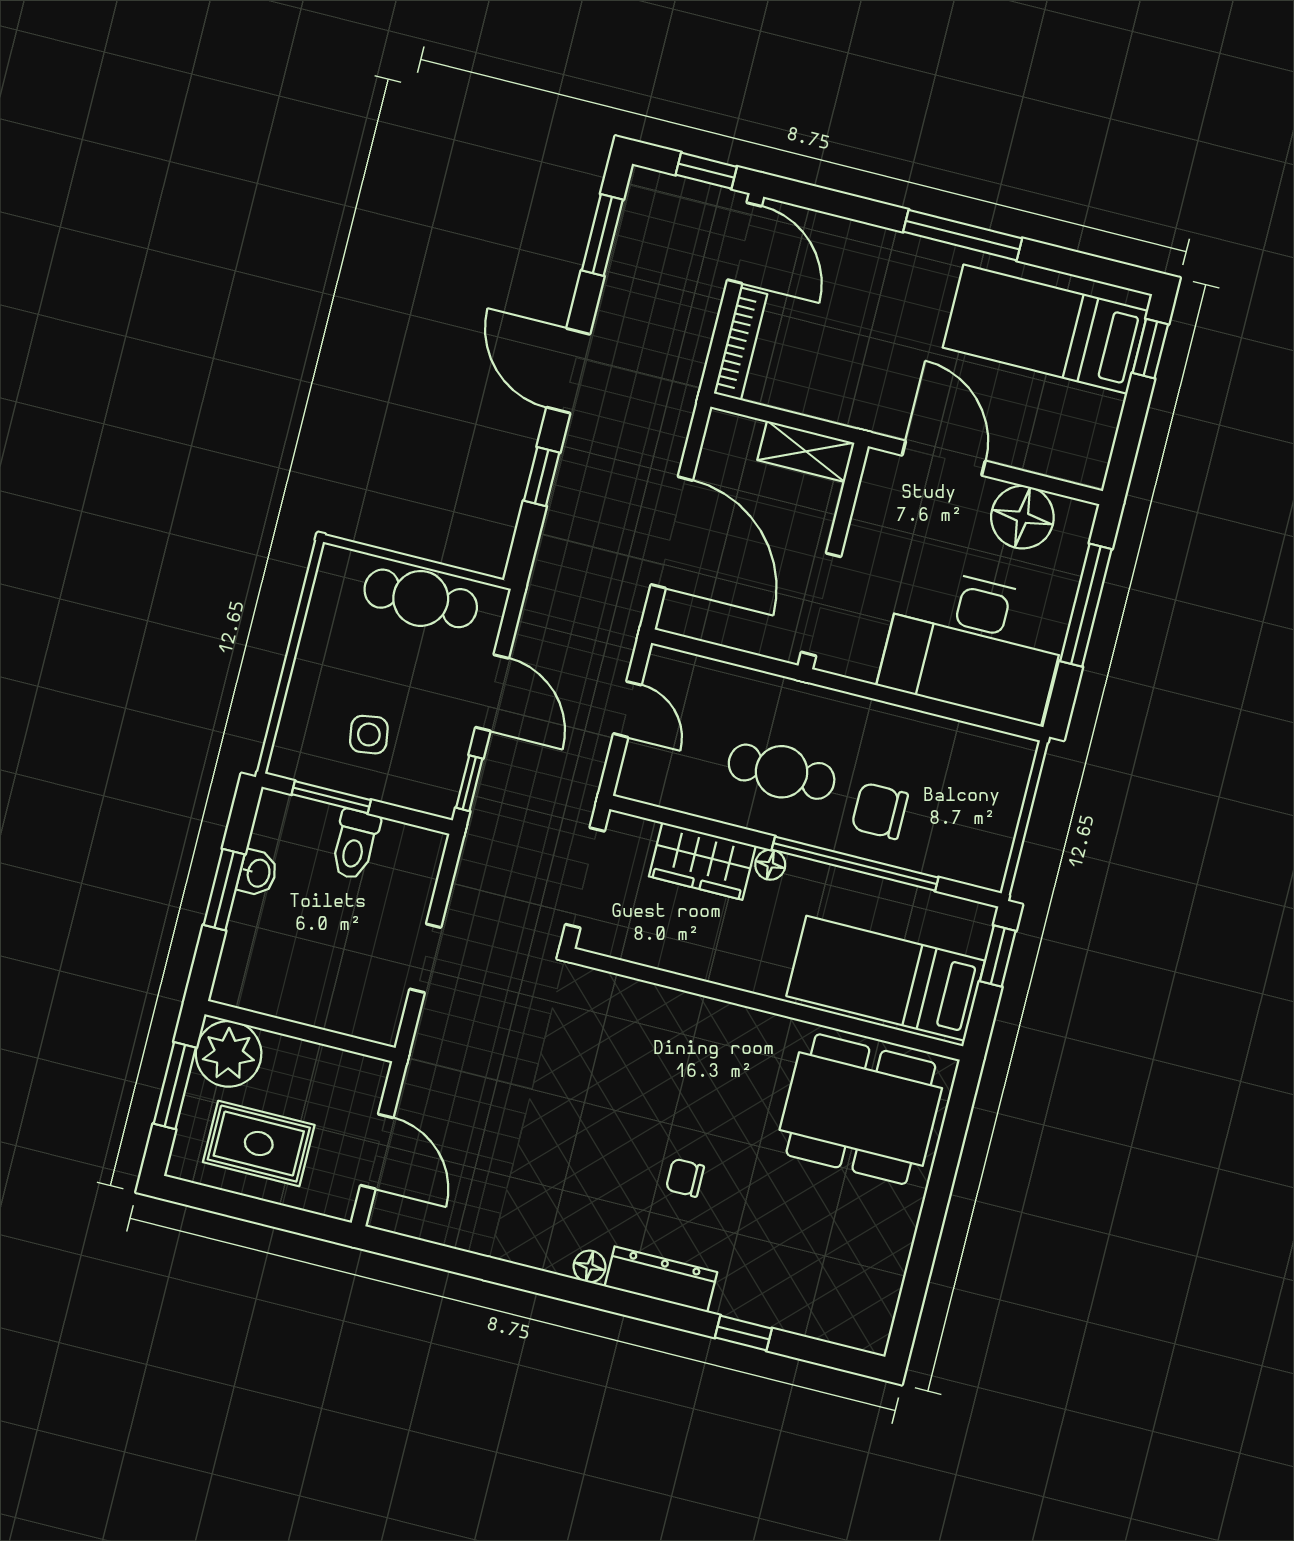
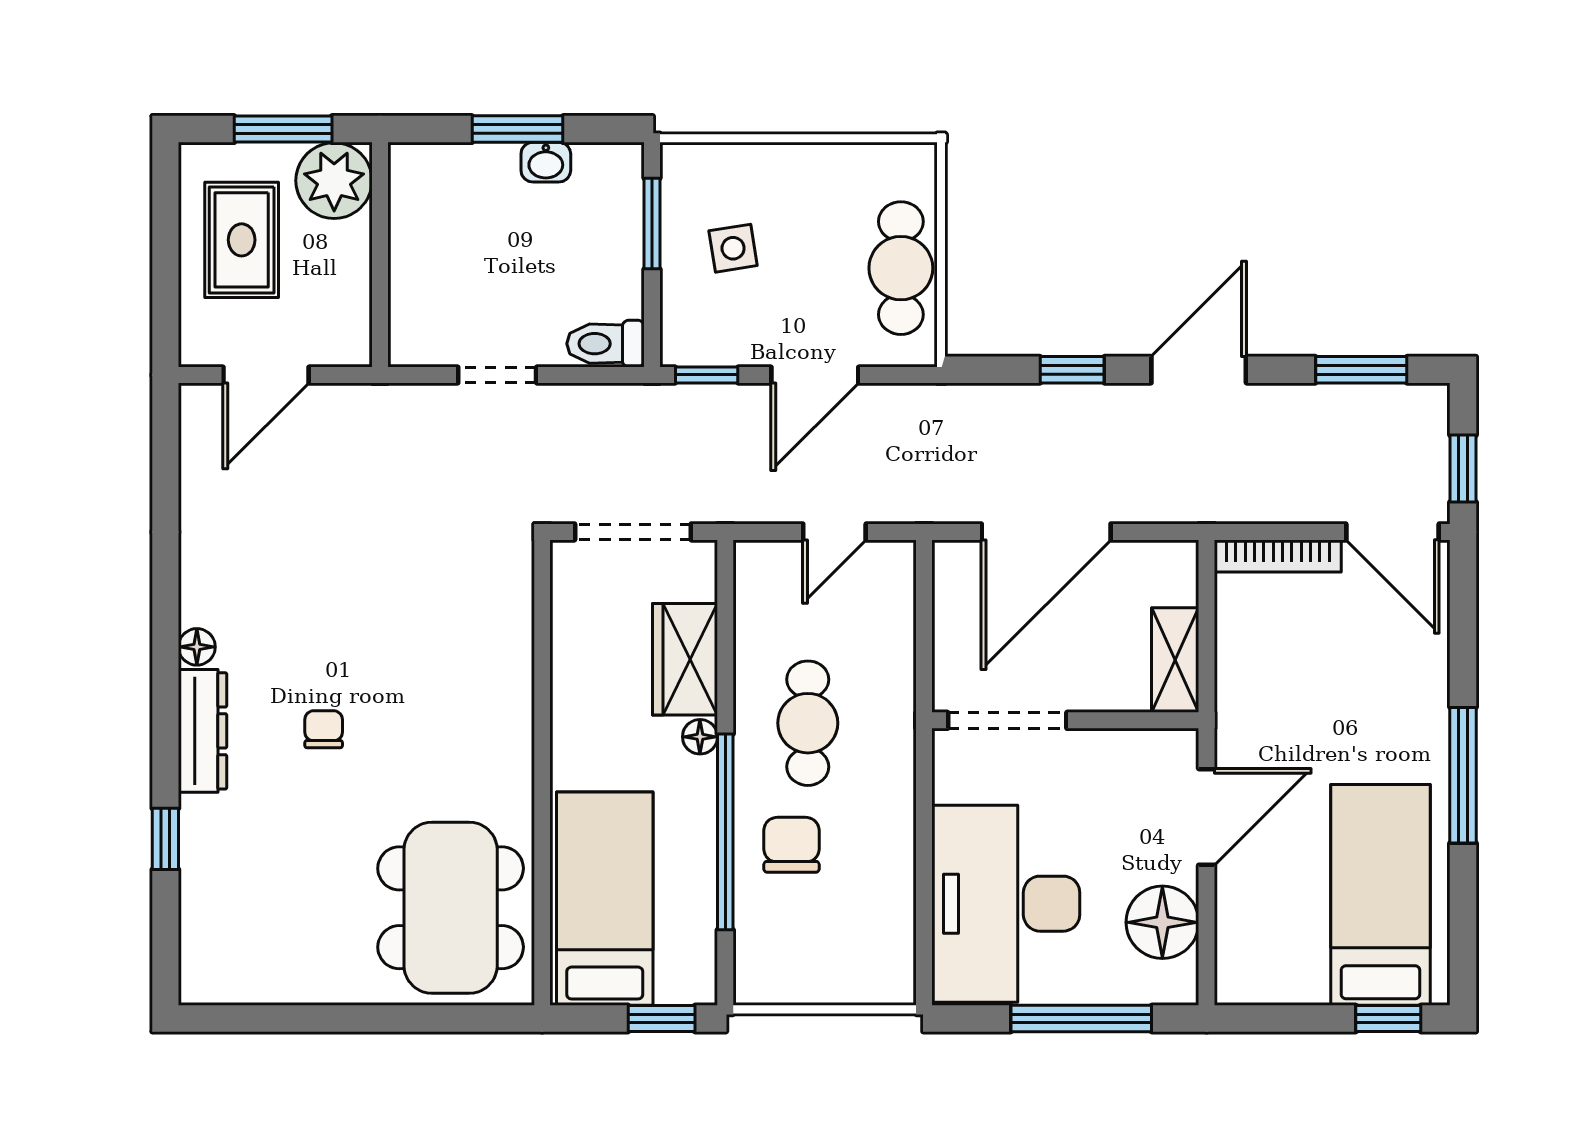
door: (744, 243) -> (1392, 532), hinge flipped
toilet: (355, 844) -> (605, 344), moved

